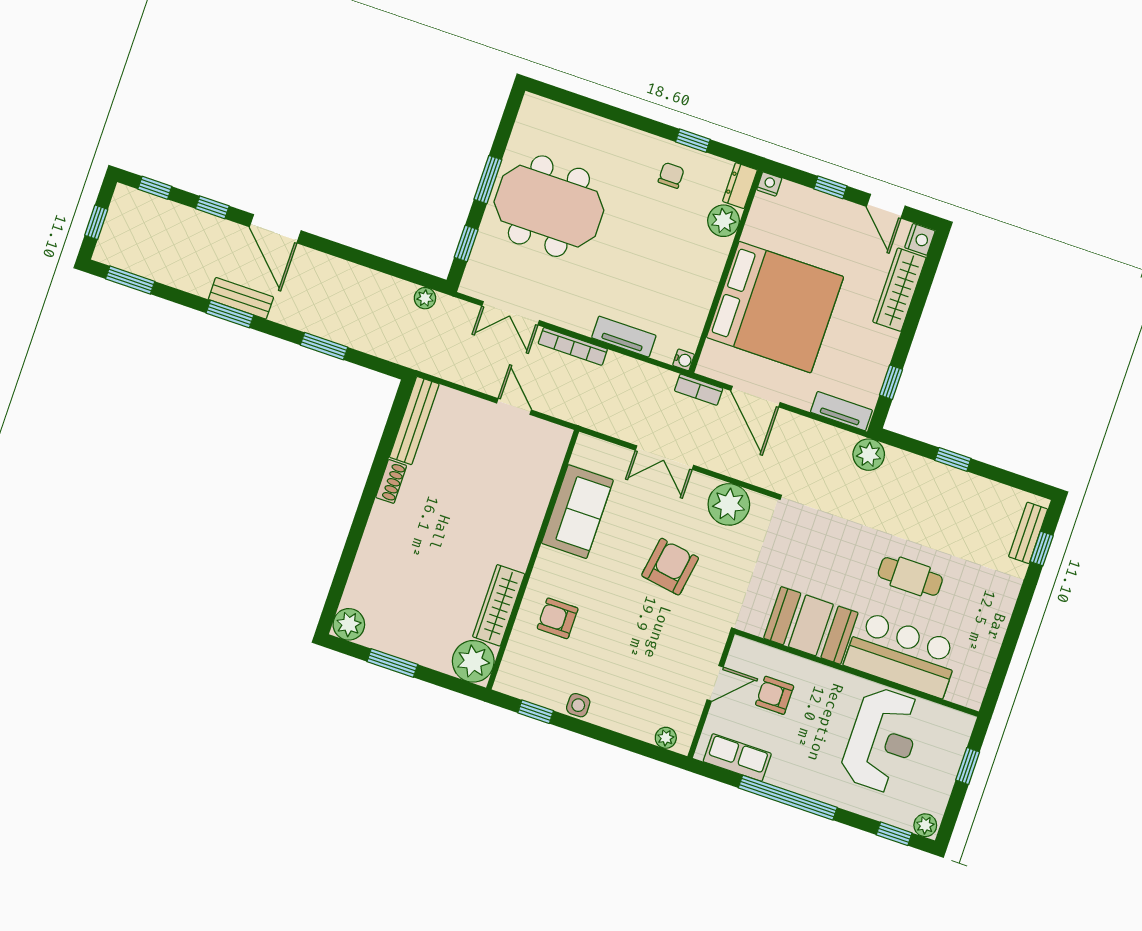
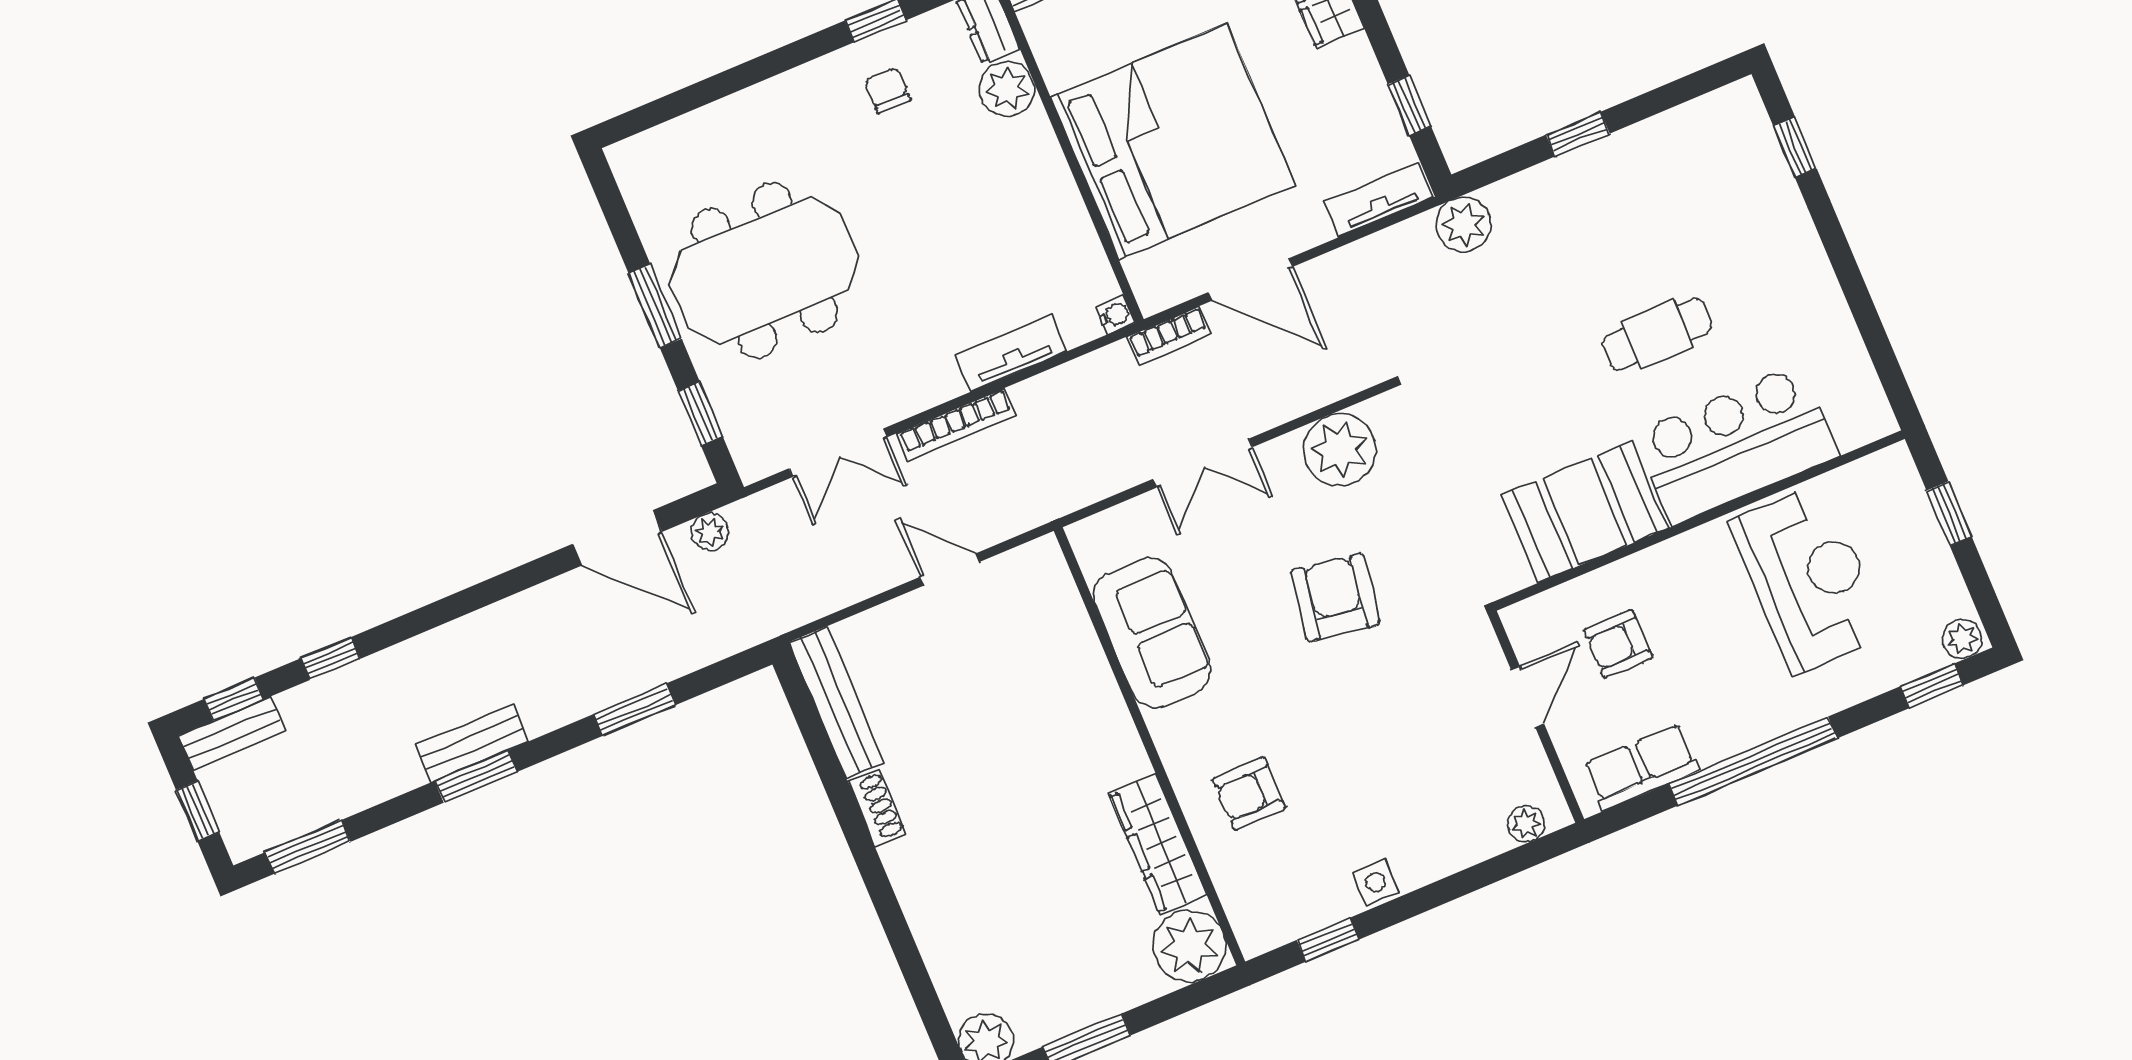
door: (275, 229) -> (617, 538), moved
bench: (1028, 533) -> (232, 733), moved, turned 90

